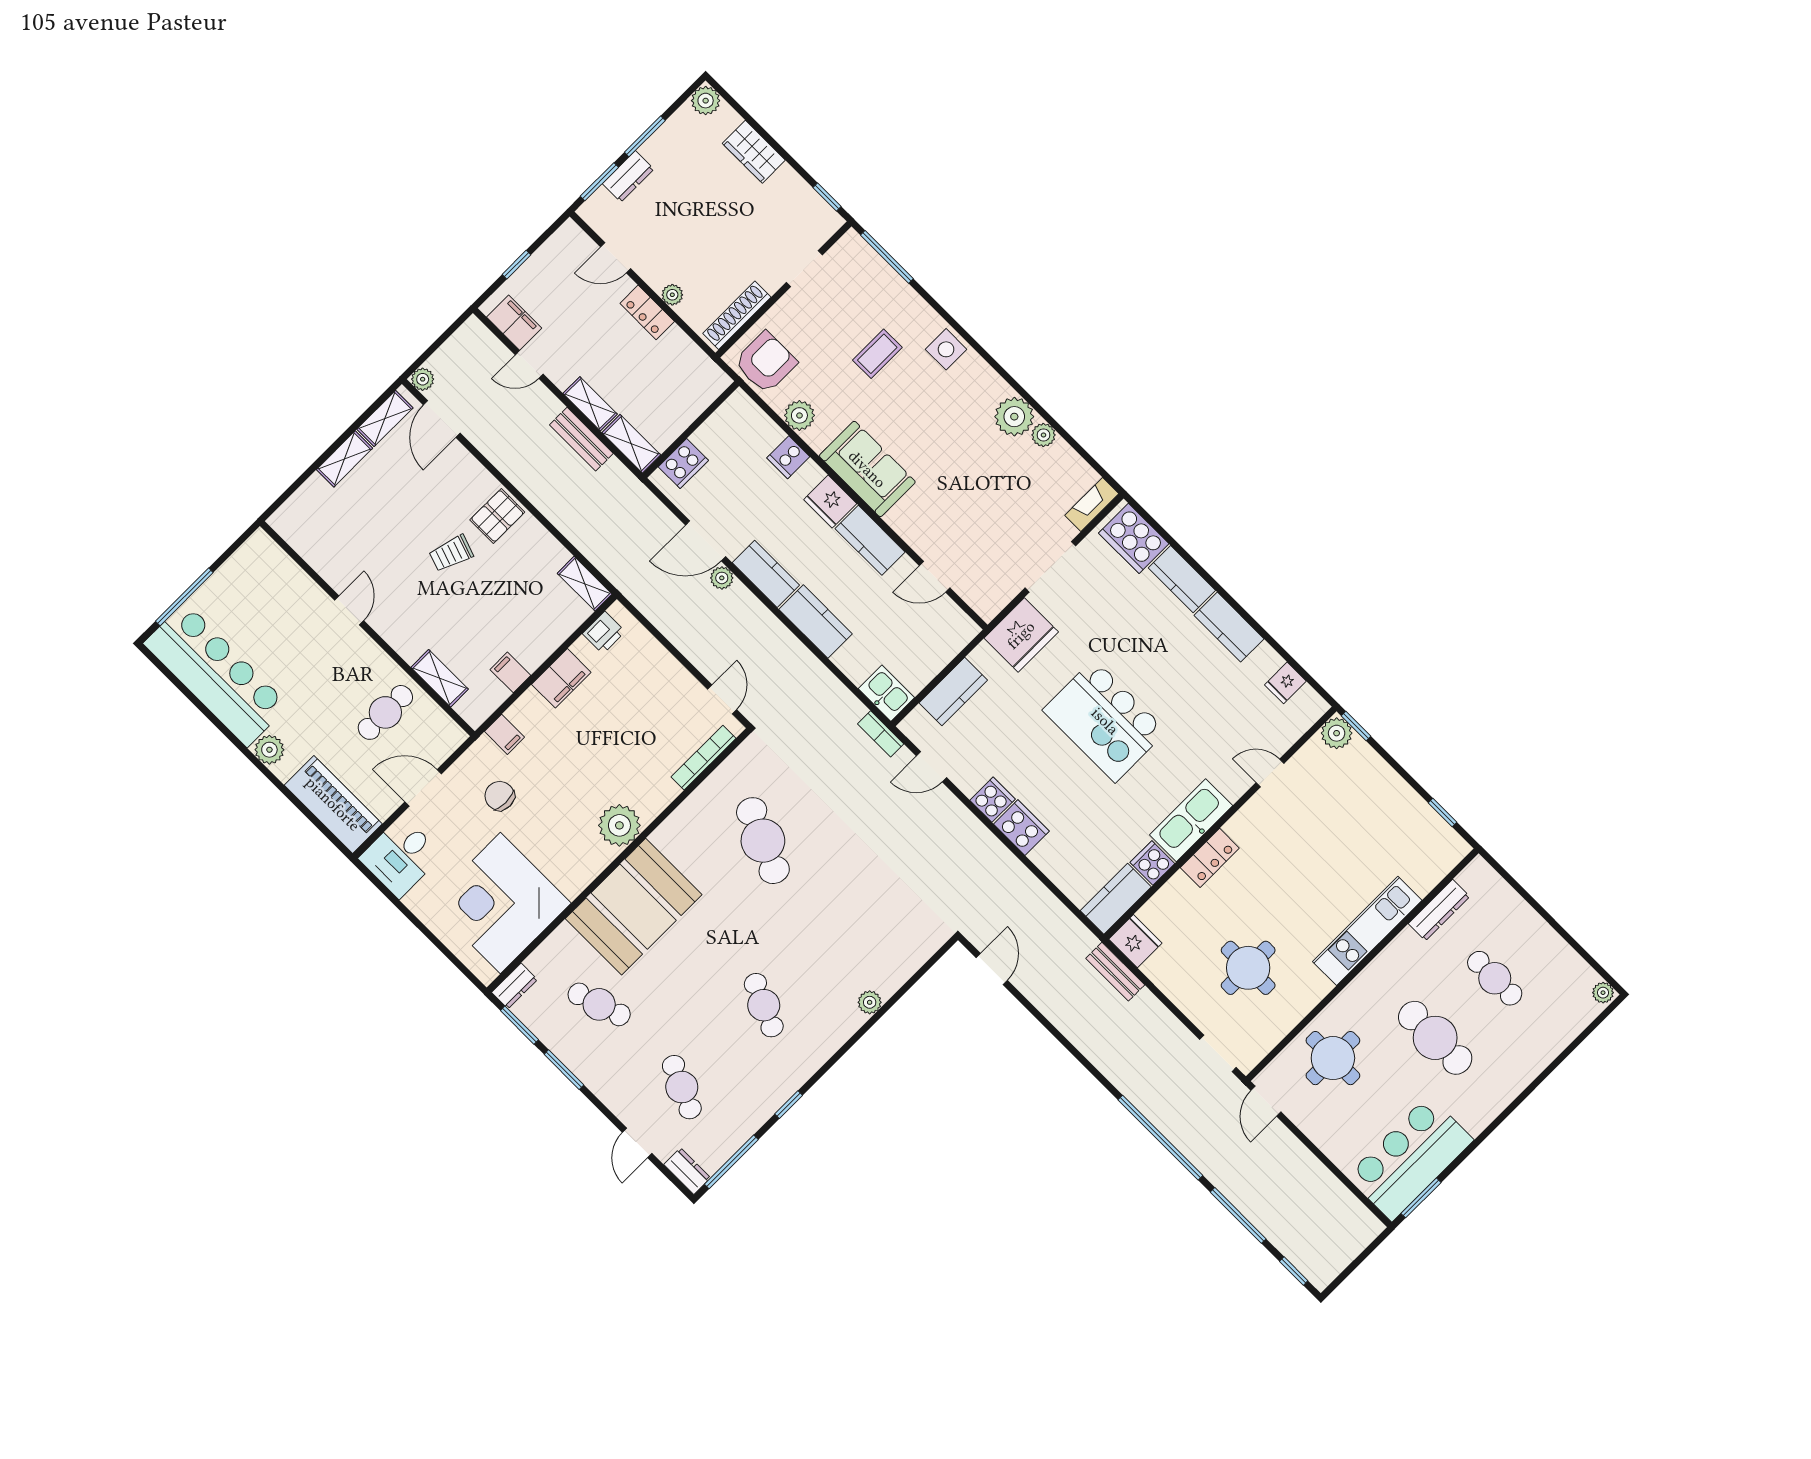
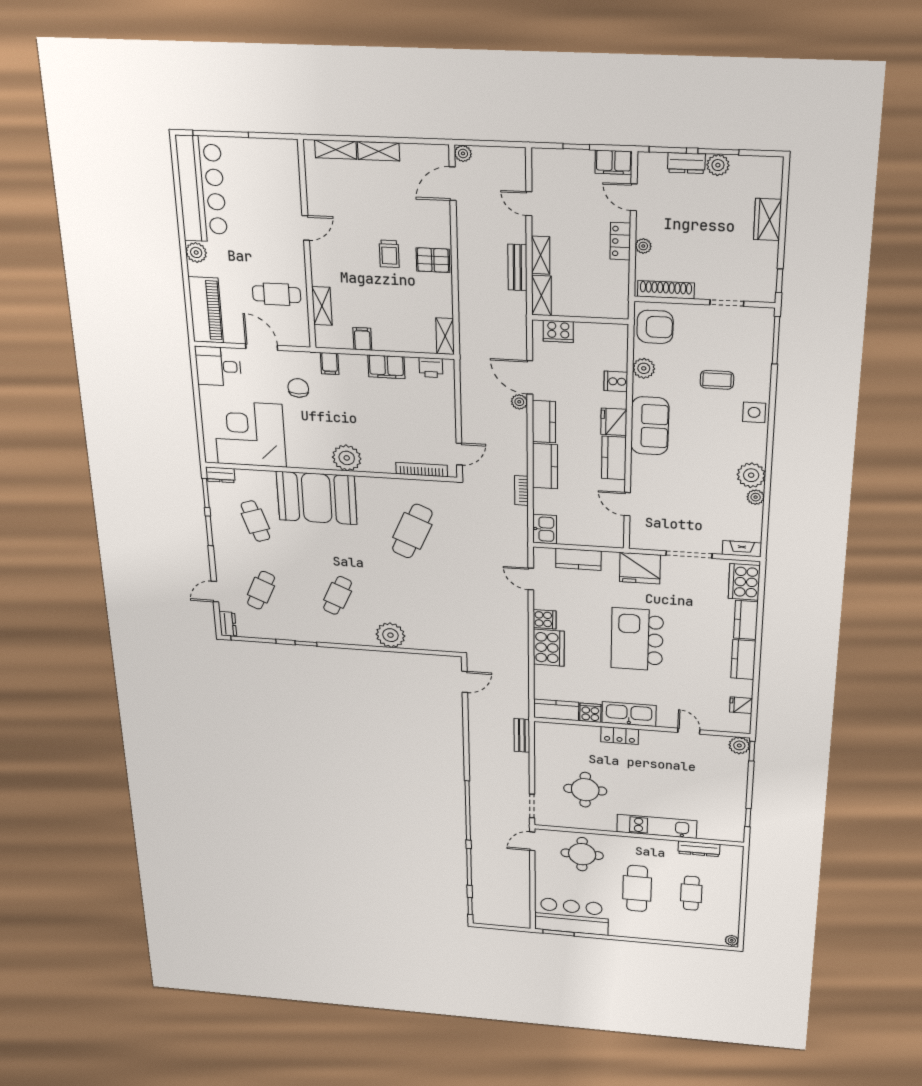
plant: (706, 101) -> (718, 165), moved
filing cabinet: (514, 323) -> (613, 162), moved, turned 90
shelving: (385, 418) -> (336, 150), moved
trolley: (451, 553) -> (389, 254), turned -109
bookcase: (881, 734) -> (521, 491), moved
cooker: (1021, 828) -> (549, 648), width x1.37, depth x1.31
fridge: (1135, 941) -> (545, 733), removed
plant: (870, 1002) -> (390, 635), width x1.88, depth x1.88

